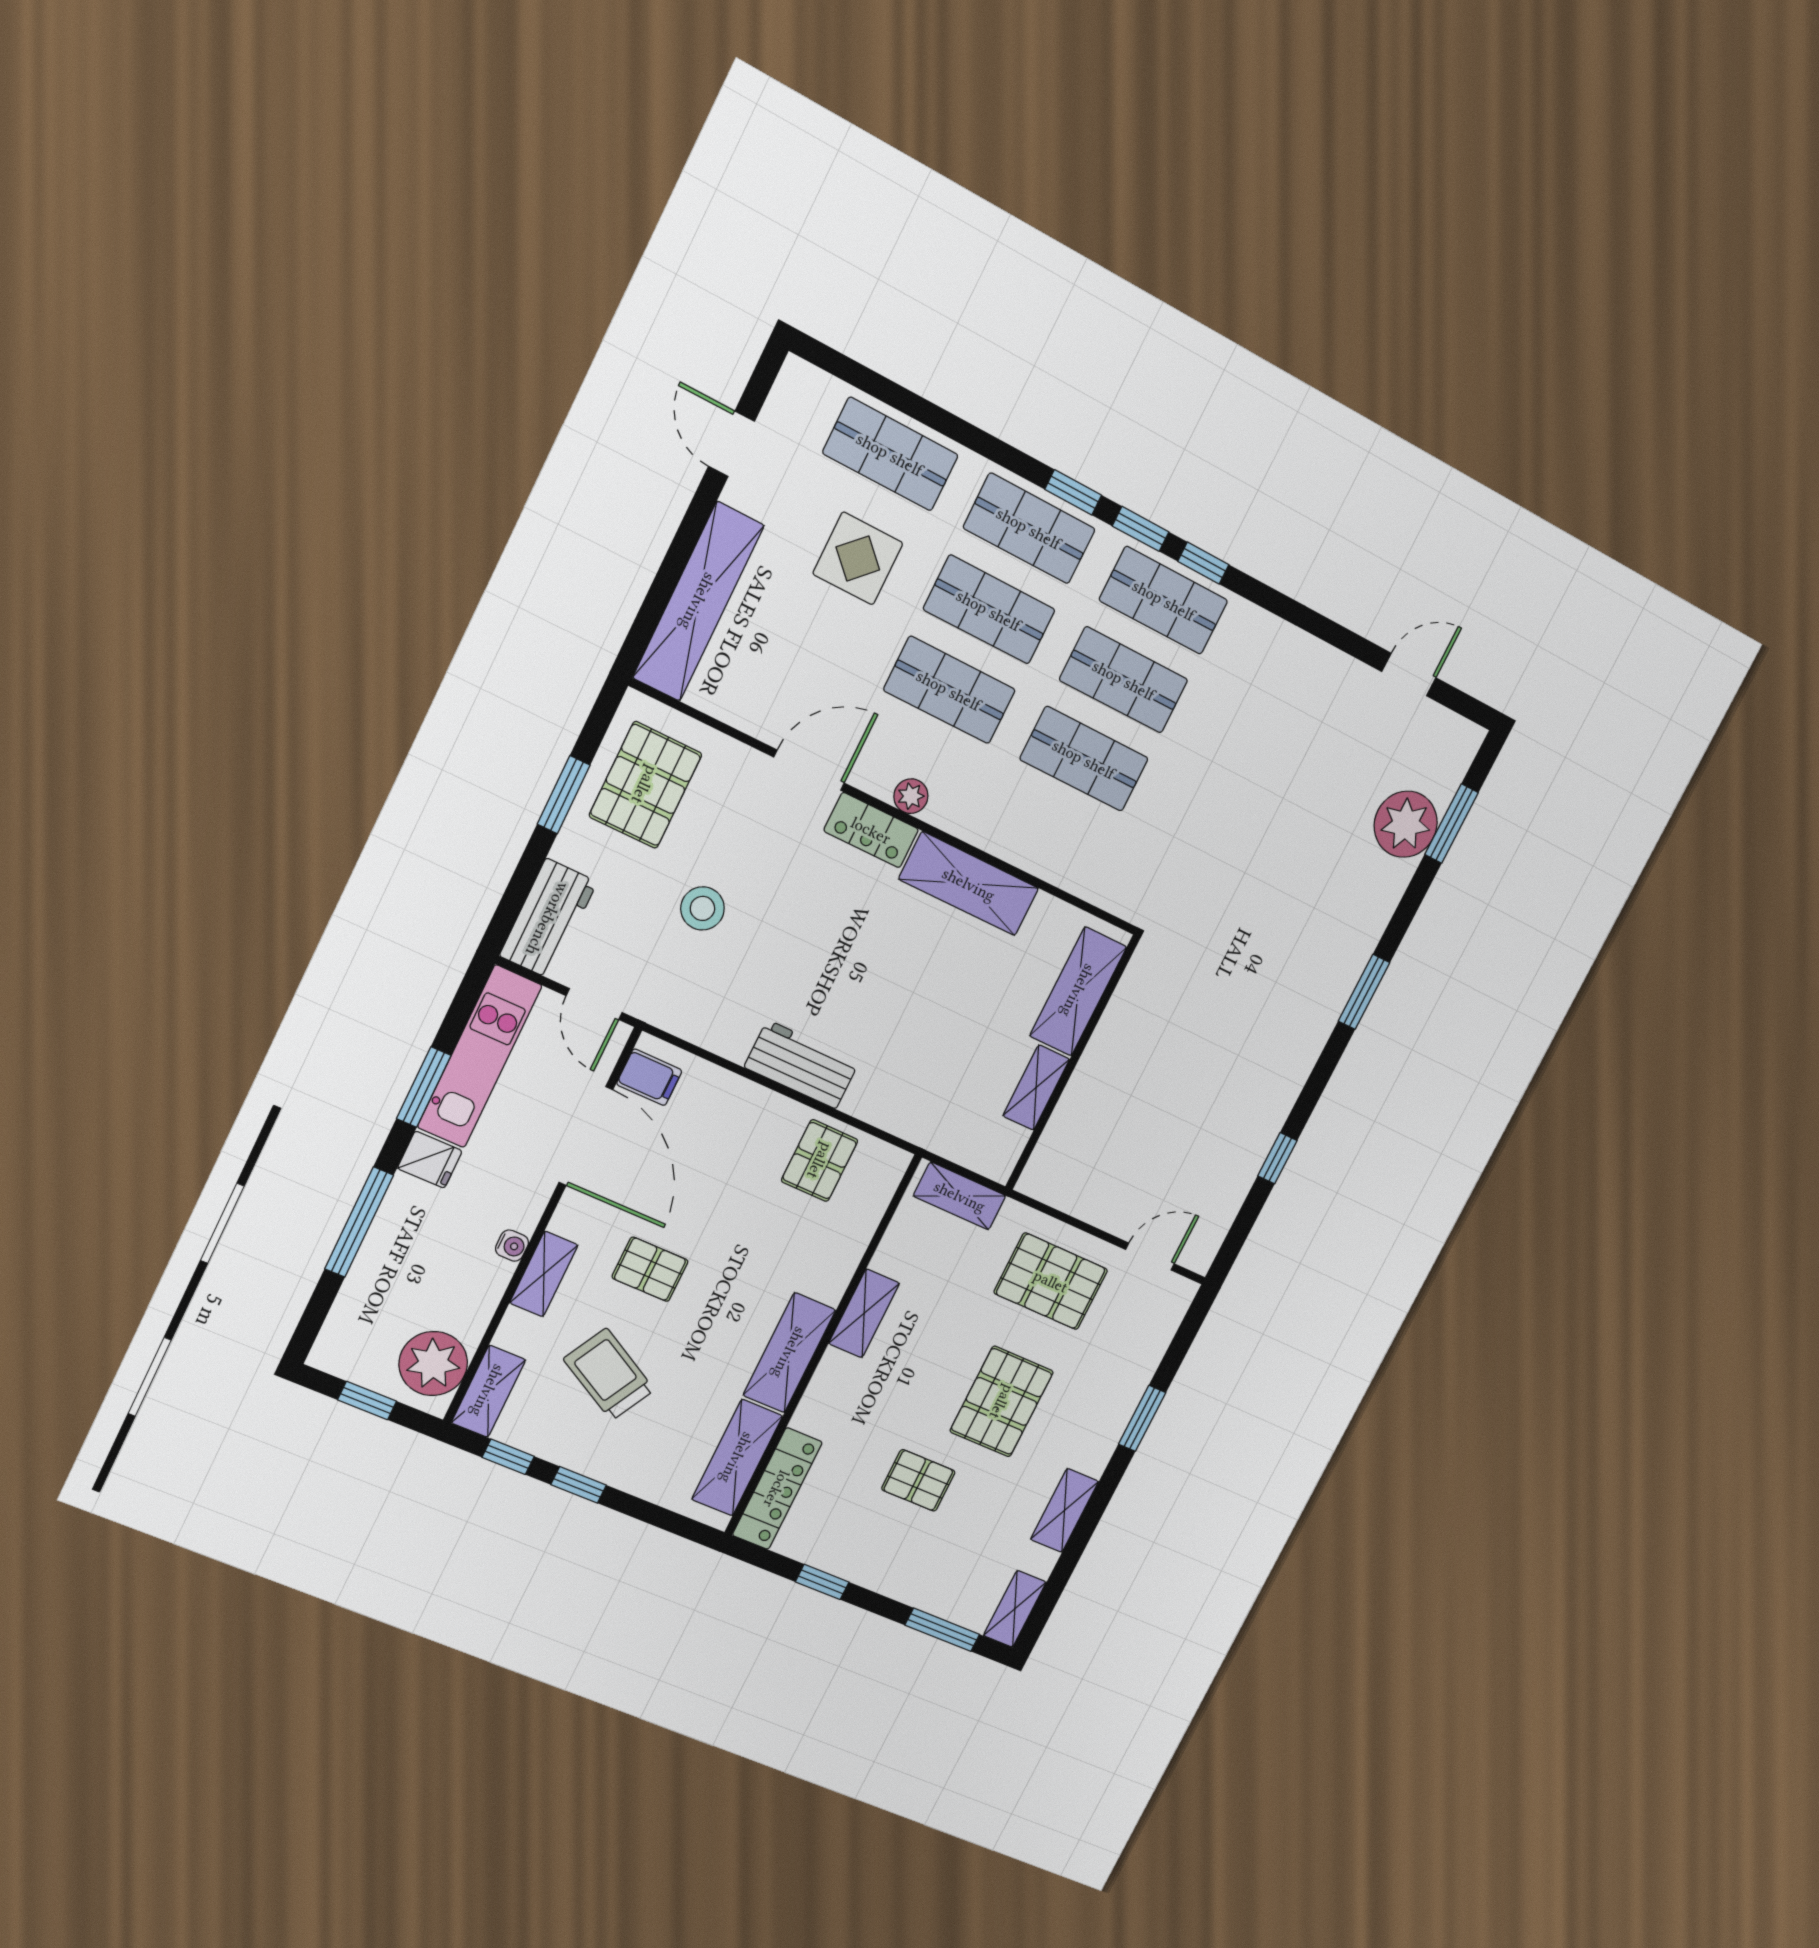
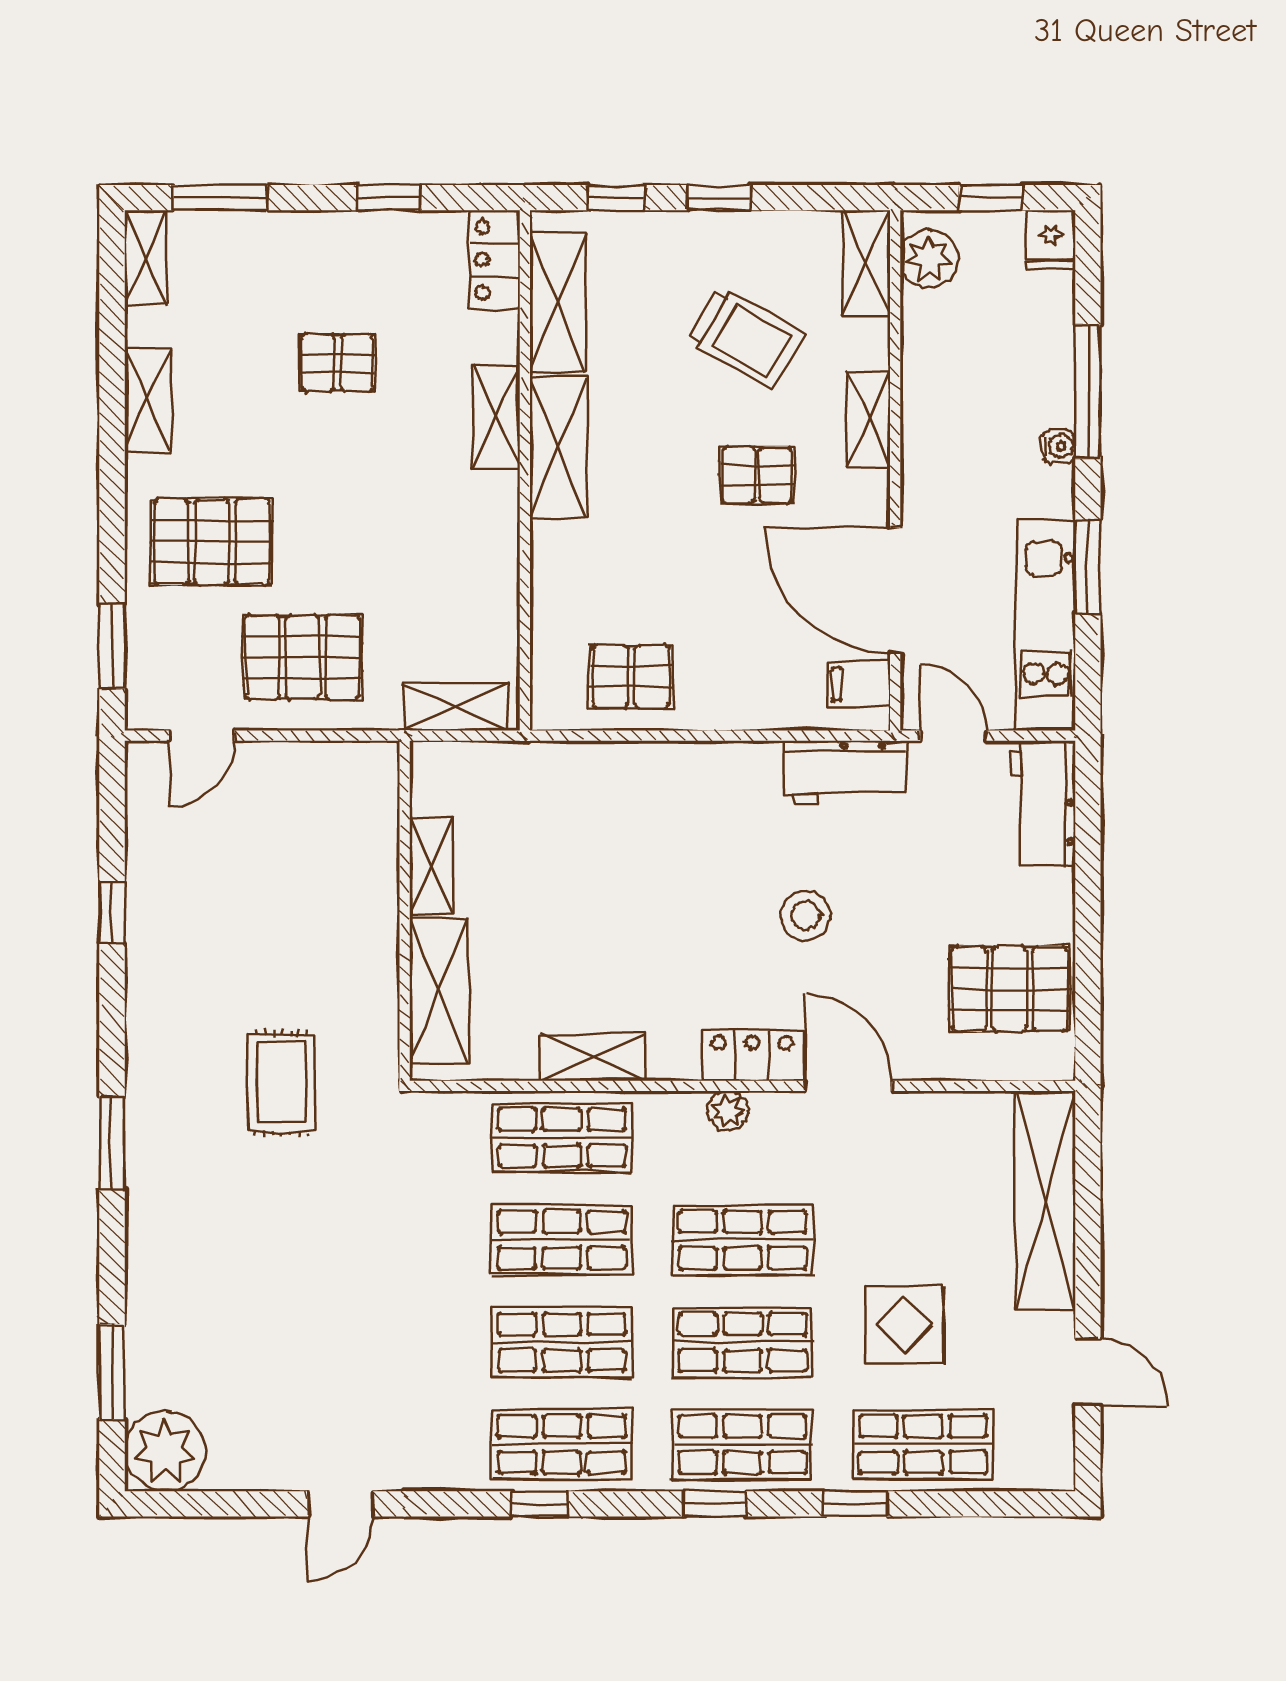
window: (1141, 529) -> (855, 1504), moved
door: (1409, 675) -> (341, 1504), moved
door: (809, 770) -> (848, 1086), swing flipped
pallet: (645, 785) -> (1010, 989), turned 90
window: (564, 795) -> (1088, 939), removed
plant: (1406, 824) -> (165, 1451), moved
shop shelf: (1045, 837) -> (562, 1138), added
shelving: (969, 884) -> (593, 1057), width x0.67, depth x0.75
stool: (702, 908) -> (806, 916), moved
rug: (1224, 978) -> (282, 1083), added
workbench: (802, 1065) -> (845, 772), moved
fridge: (430, 1160) -> (1051, 240), moved, turned -90
pallet: (820, 1161) -> (631, 677), turned 90
water cooler: (512, 1246) -> (1059, 446), moved, turned 180
shelving: (864, 1313) -> (497, 417), moved
plant: (433, 1364) -> (929, 258), width x0.73, depth x0.73
pallet: (1002, 1402) -> (211, 542), moved, turned 90
window: (1142, 1418) -> (112, 647), moved
window: (508, 1457) -> (616, 198), moved
locker: (777, 1489) -> (495, 260), width x0.66

